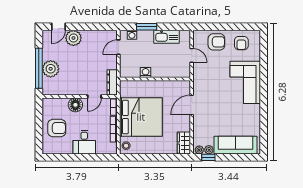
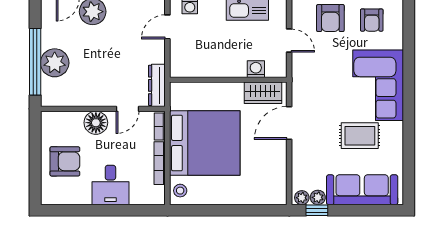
armchair: (216, 42) -> (330, 18), turned 90
washing machine: (146, 73) -> (256, 69), moved
rug: (234, 113) -> (360, 136), added
wardrobe: (184, 143) -> (263, 93), moved, turned -90

